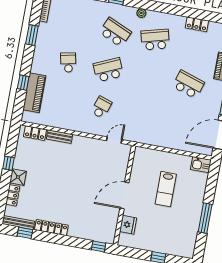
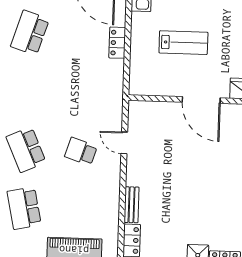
school desk: (68, 62) -> (24, 208), width x1.85
door: (114, 140) -> (124, 143), moved
locker: (172, 144) -> (117, 43), added

